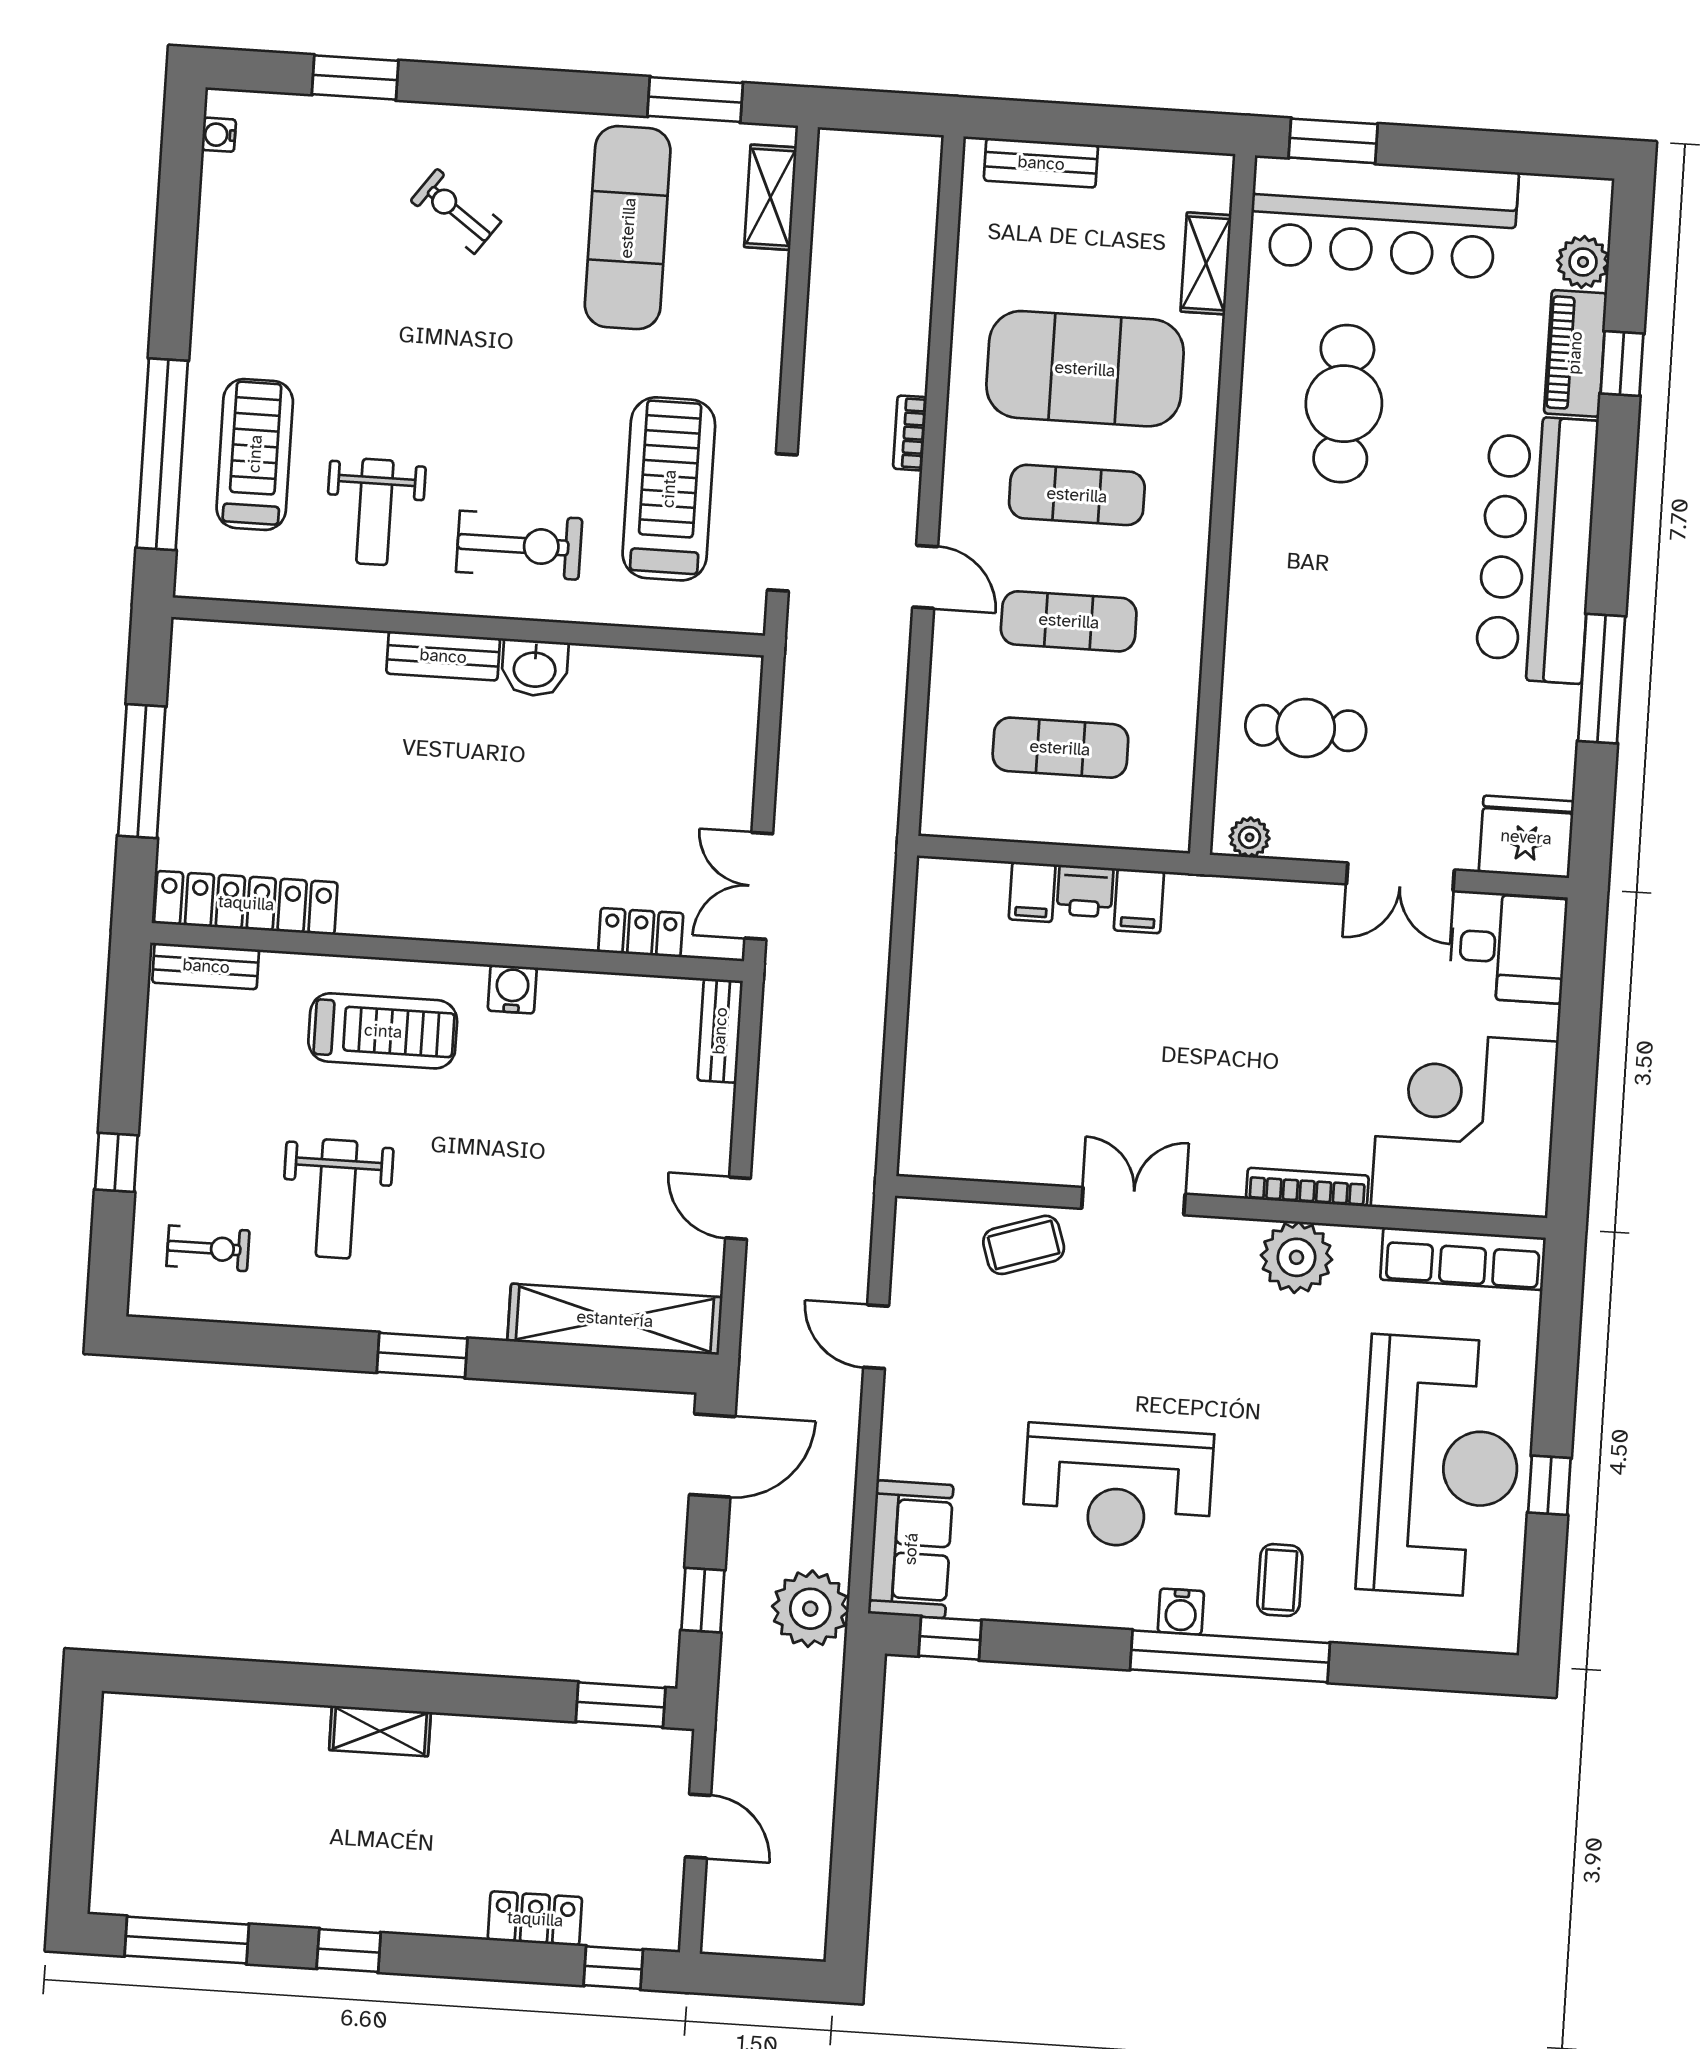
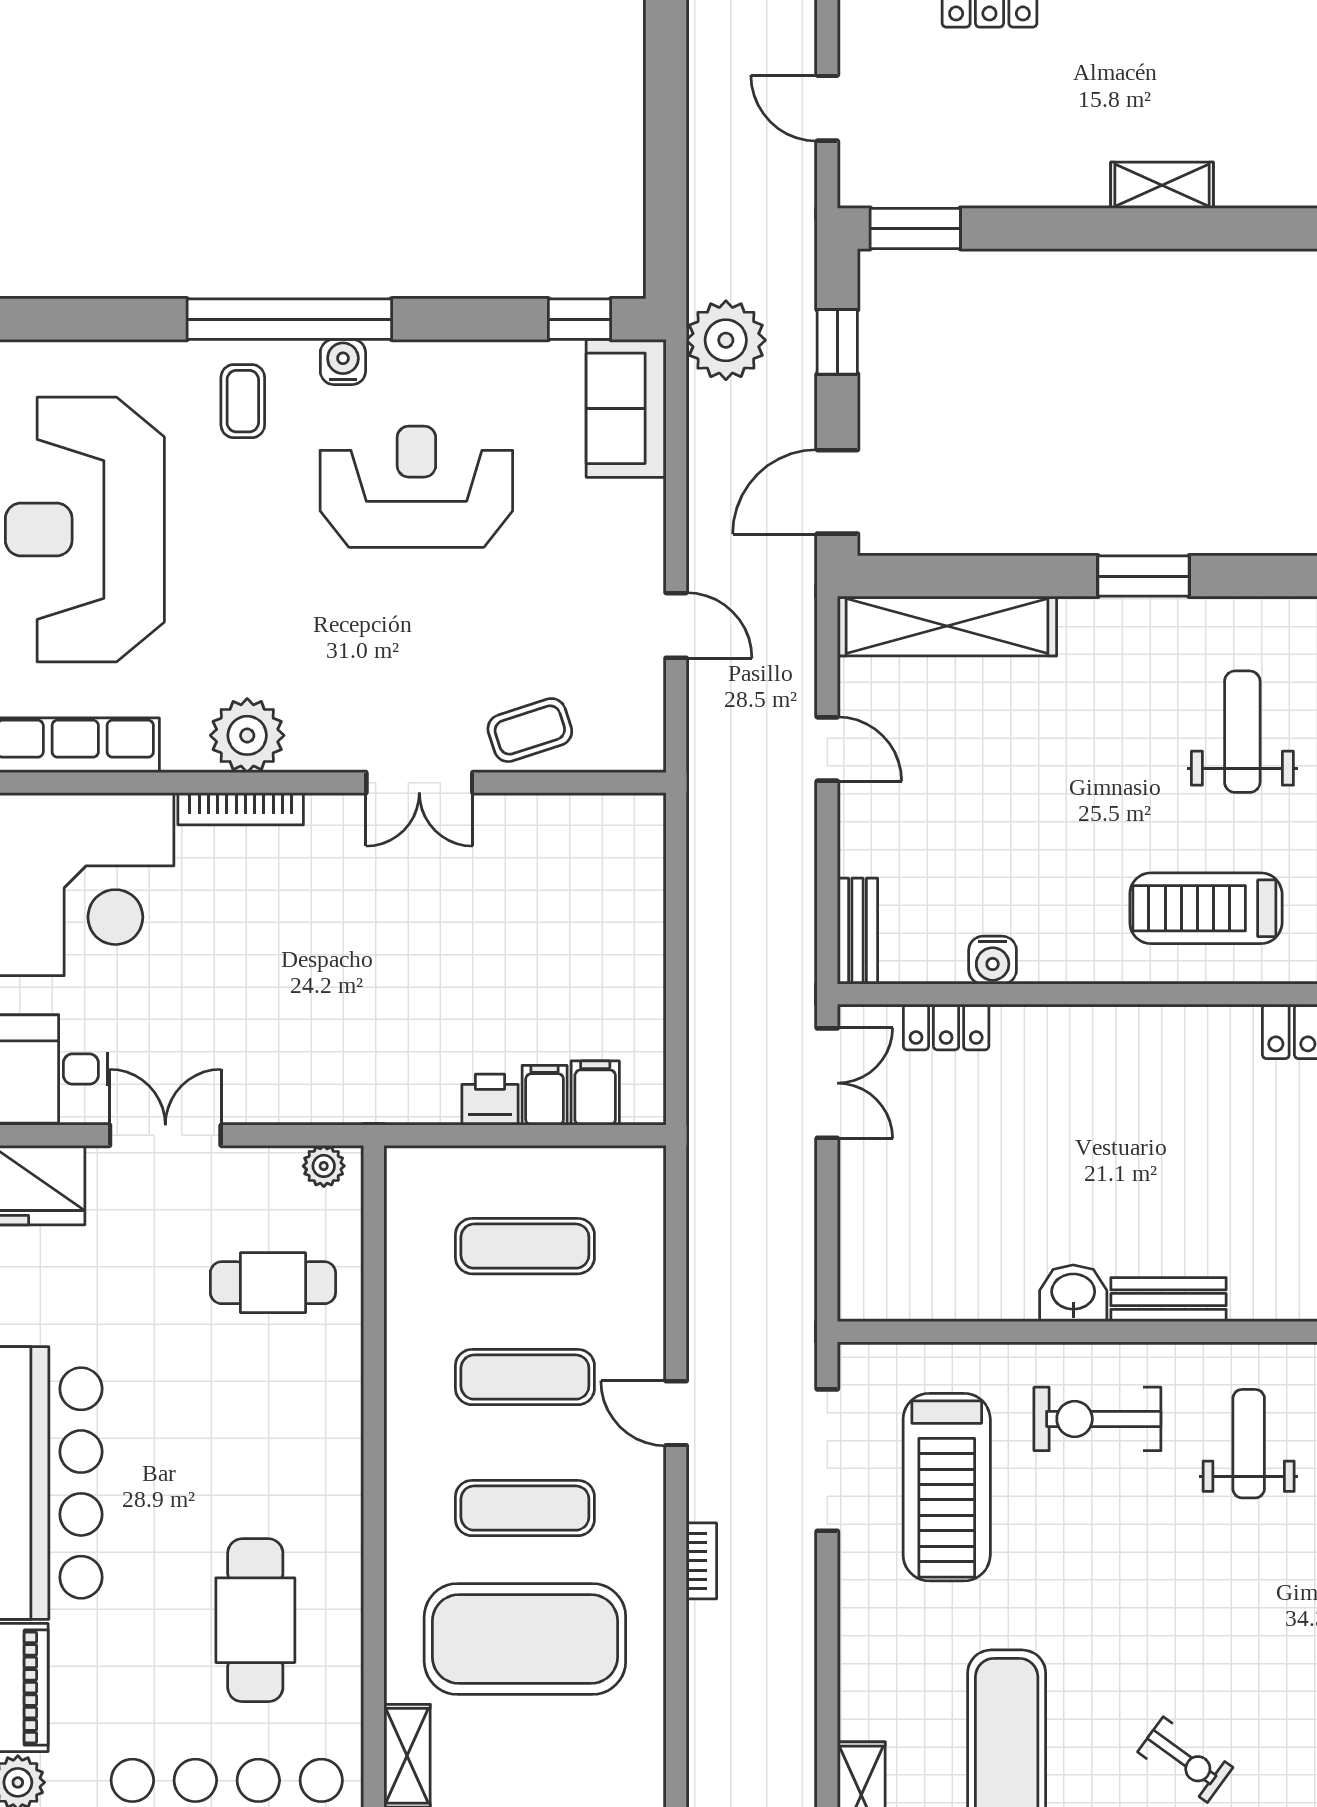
filing cabinet: (1139, 901) -> (595, 1093), moved
water cooler: (512, 989) -> (993, 960), moved

